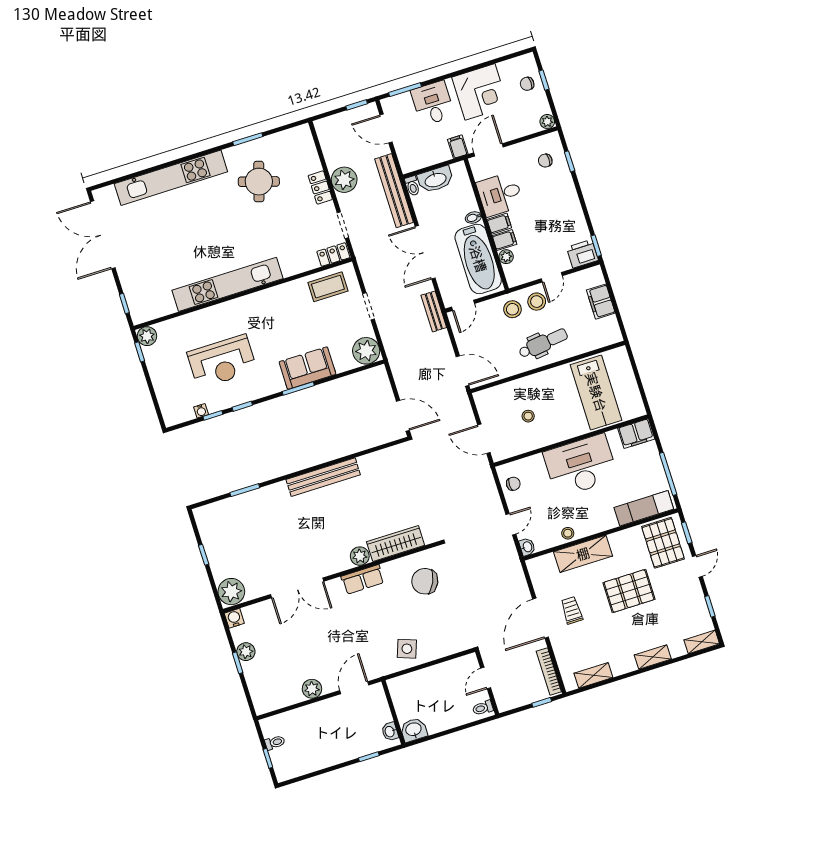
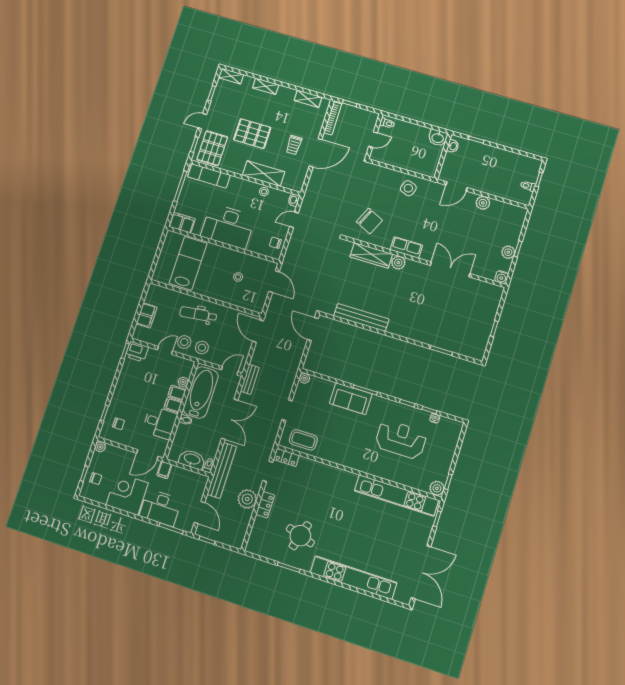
desk: (433, 103) -> (160, 508), width x1.37
kitchen unit: (227, 284) -> (396, 495), moved
plant: (366, 351) -> (304, 378), width x0.53, depth x0.53
bench: (323, 477) -> (361, 317), moved
plant: (231, 592) -> (492, 295), removed

